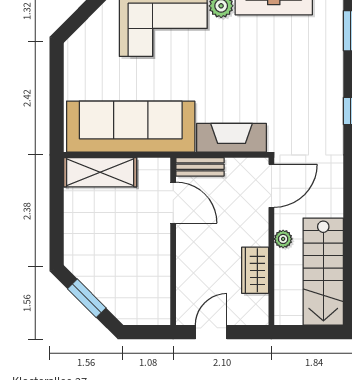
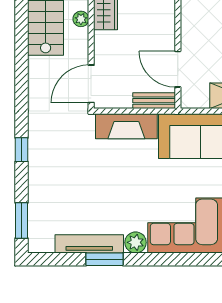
plant: (283, 239) -> (81, 19), moved

